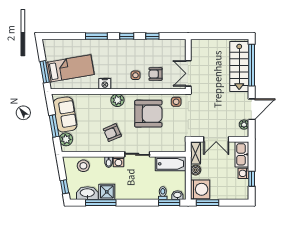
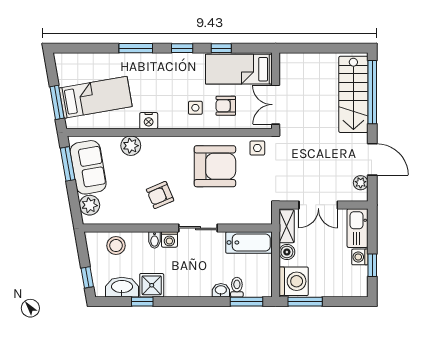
bed: (164, 50) -> (239, 69), added
plant: (117, 100) -> (131, 146), moved
door: (252, 109) -> (372, 159), hinge flipped
window: (54, 126) -> (68, 164), moved
washbasin: (177, 195) -> (221, 290), moved
window: (101, 203) -> (142, 302), width x0.46

